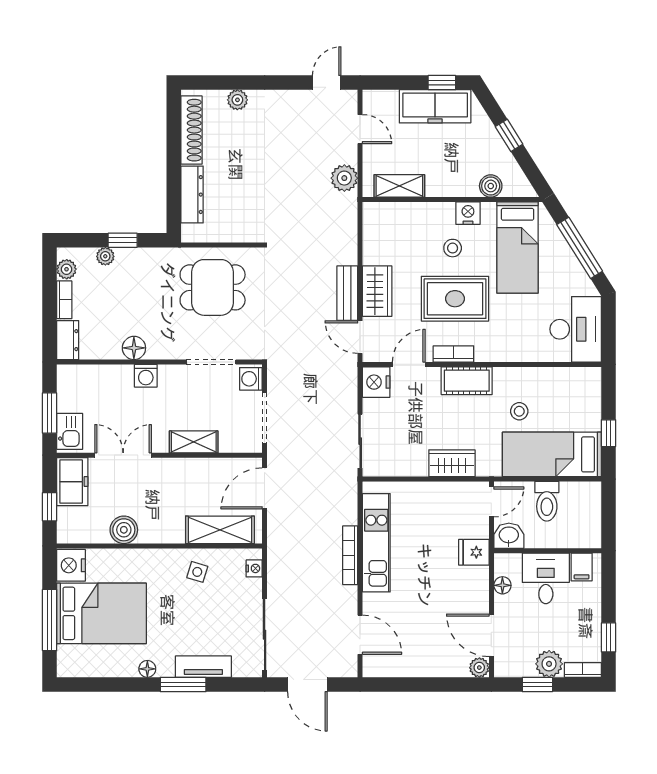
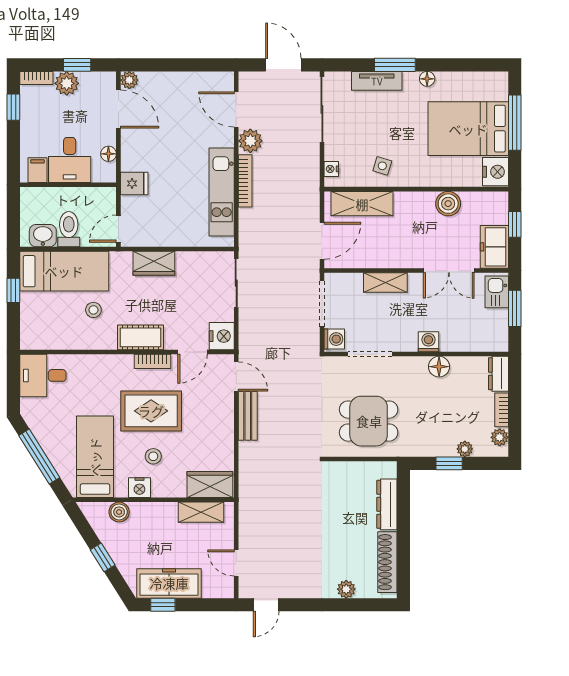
plant: (344, 178) -> (250, 141), moved
wardrobe: (377, 291) -> (210, 484), moved, turned 90
desk: (576, 329) -> (43, 375), width x0.73
washbasin: (509, 536) -> (43, 236), moved, turned 180

